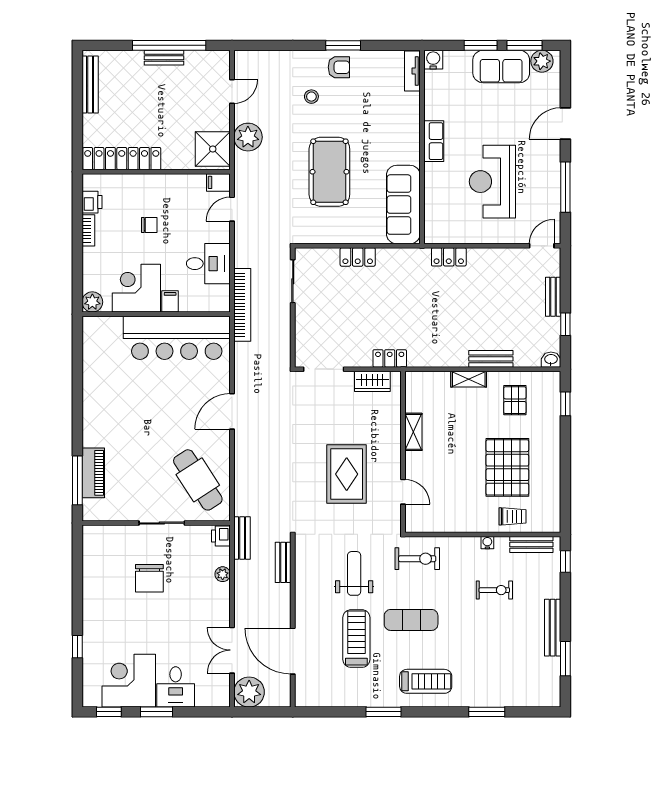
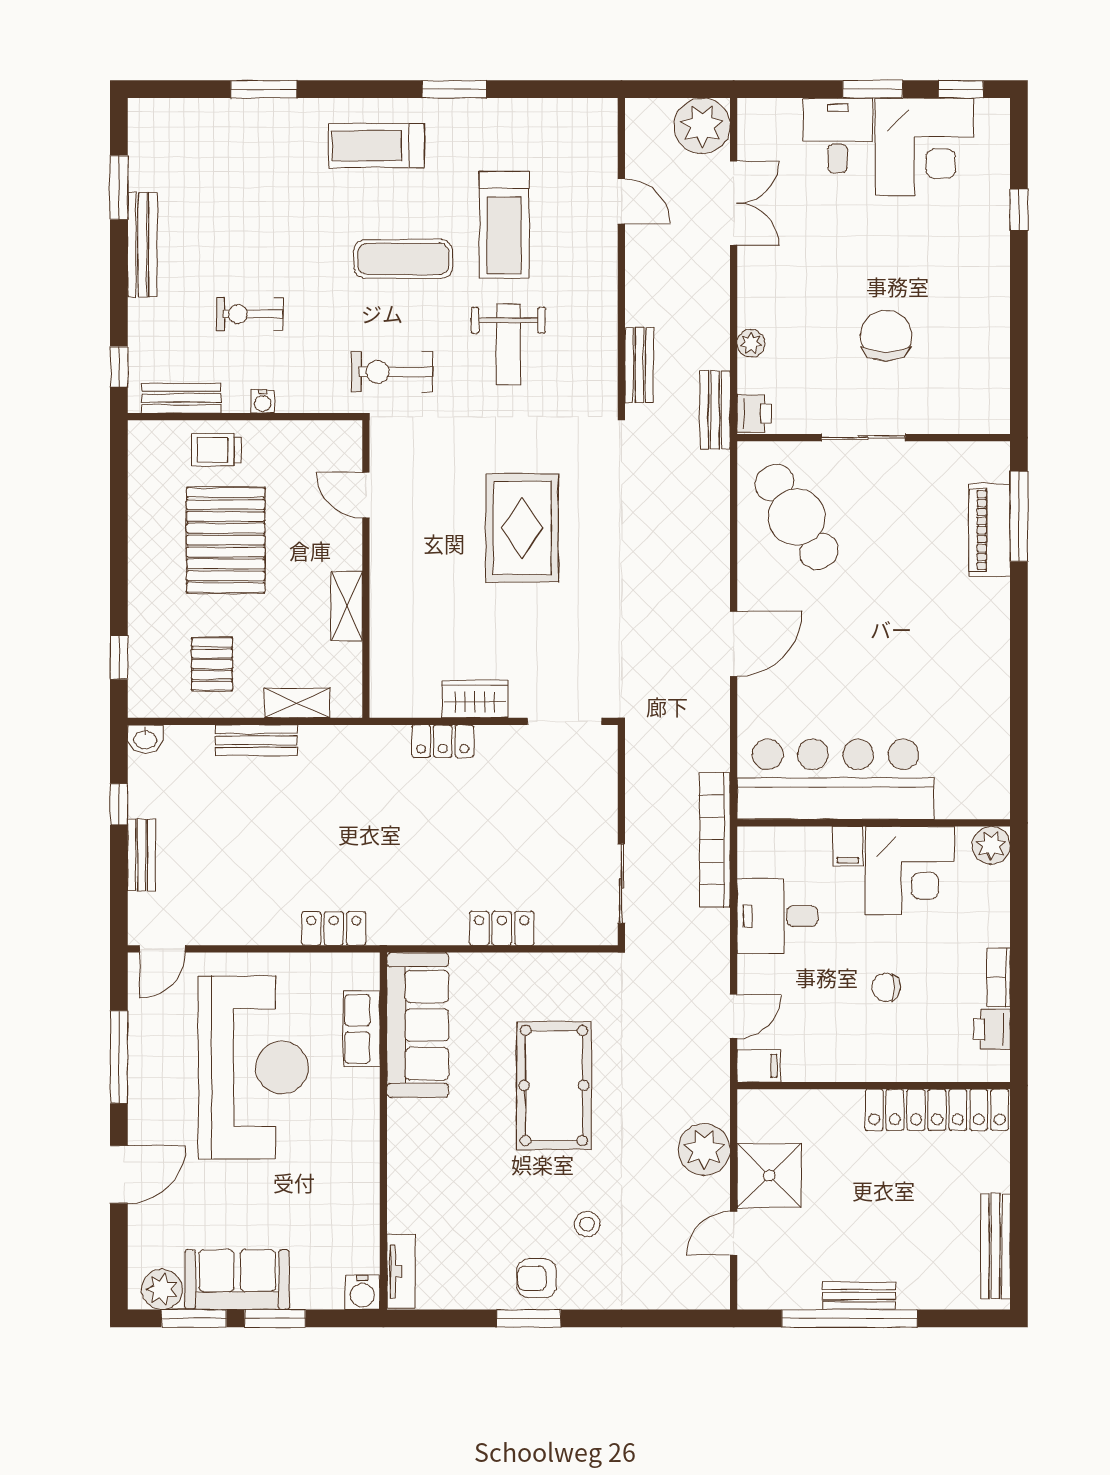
row of seats: (434, 141) -> (362, 1029), moved
shower: (213, 149) -> (769, 1176), moved
reception desk: (492, 182) -> (253, 1067), width x1.36, depth x1.30
shelving: (413, 432) -> (347, 606), moved
wall: (403, 452) -> (366, 569), moved
door: (403, 492) -> (366, 495), moved
door: (293, 651) -> (621, 201), width x0.53

